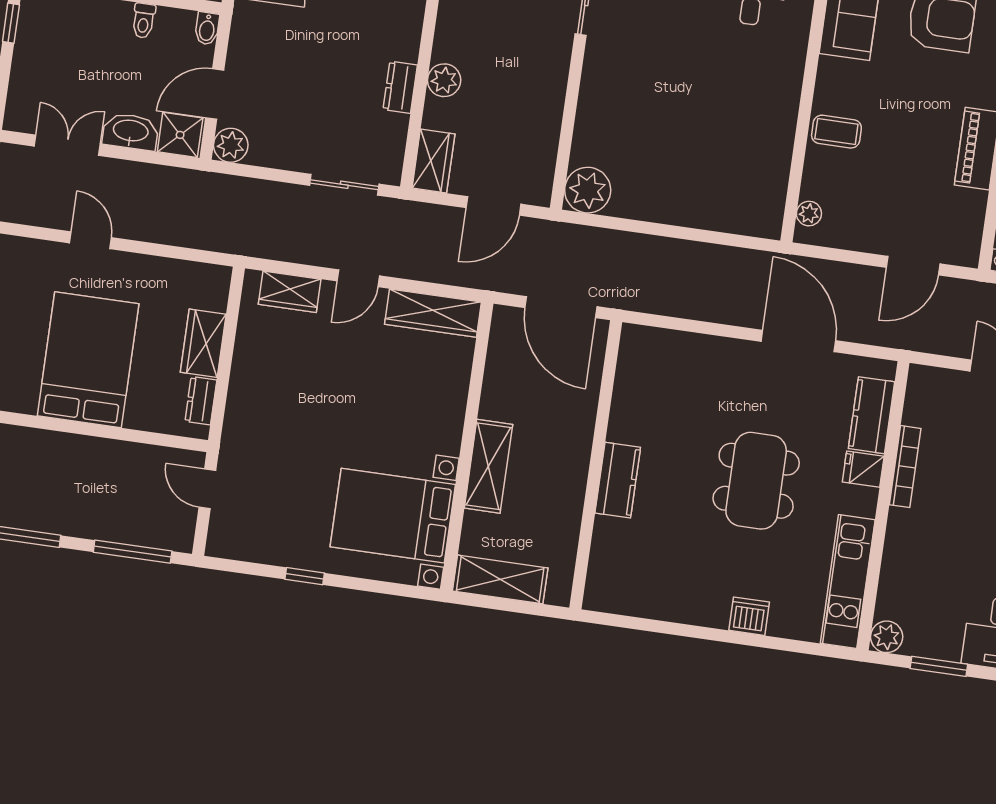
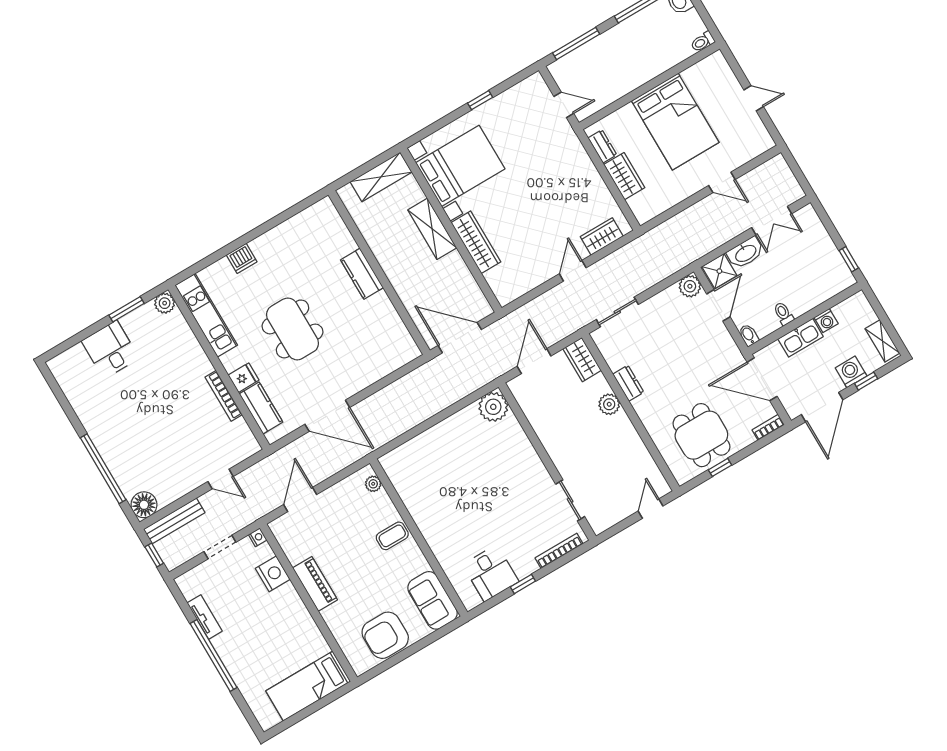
wardrobe: (433, 313) -> (476, 242), moved, turned 90

